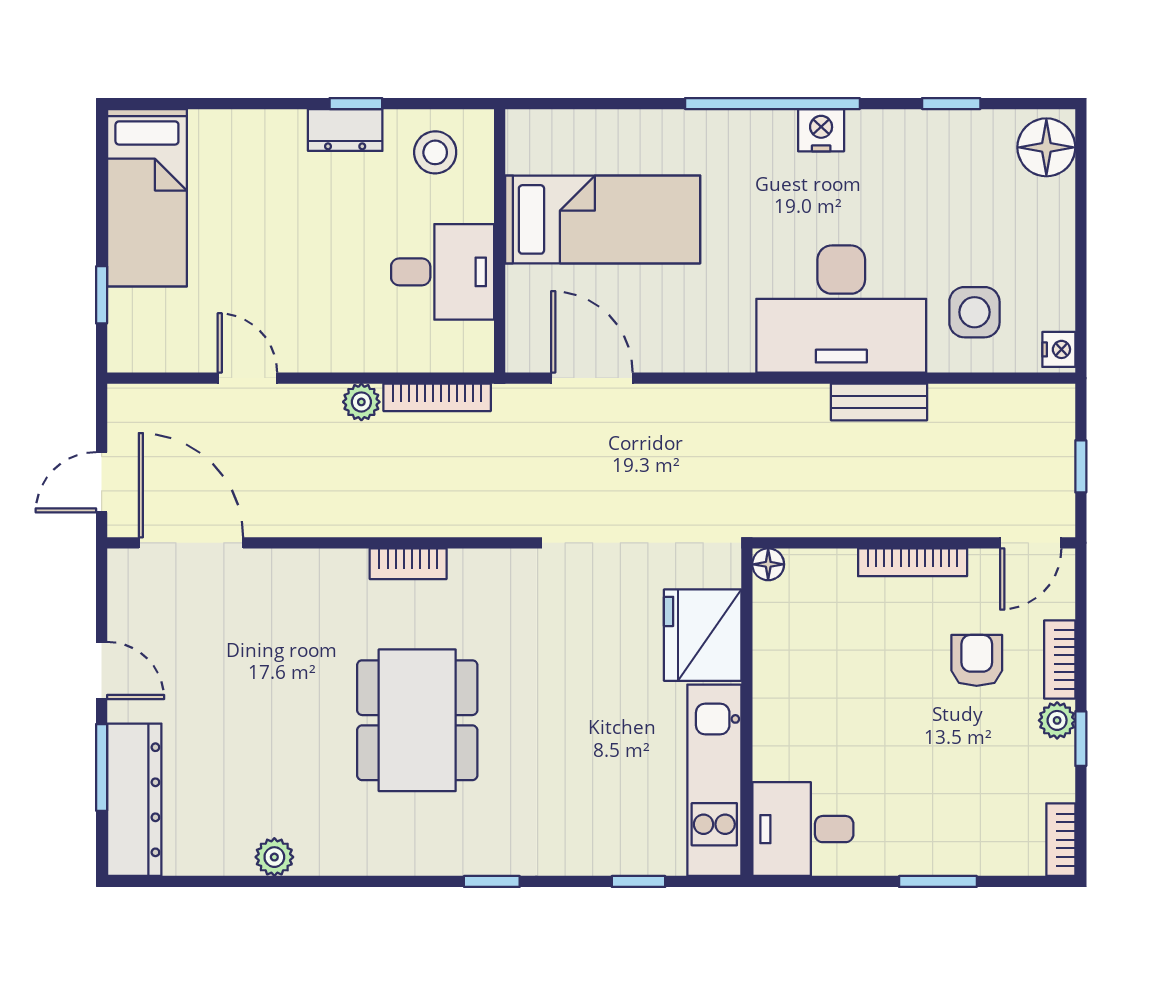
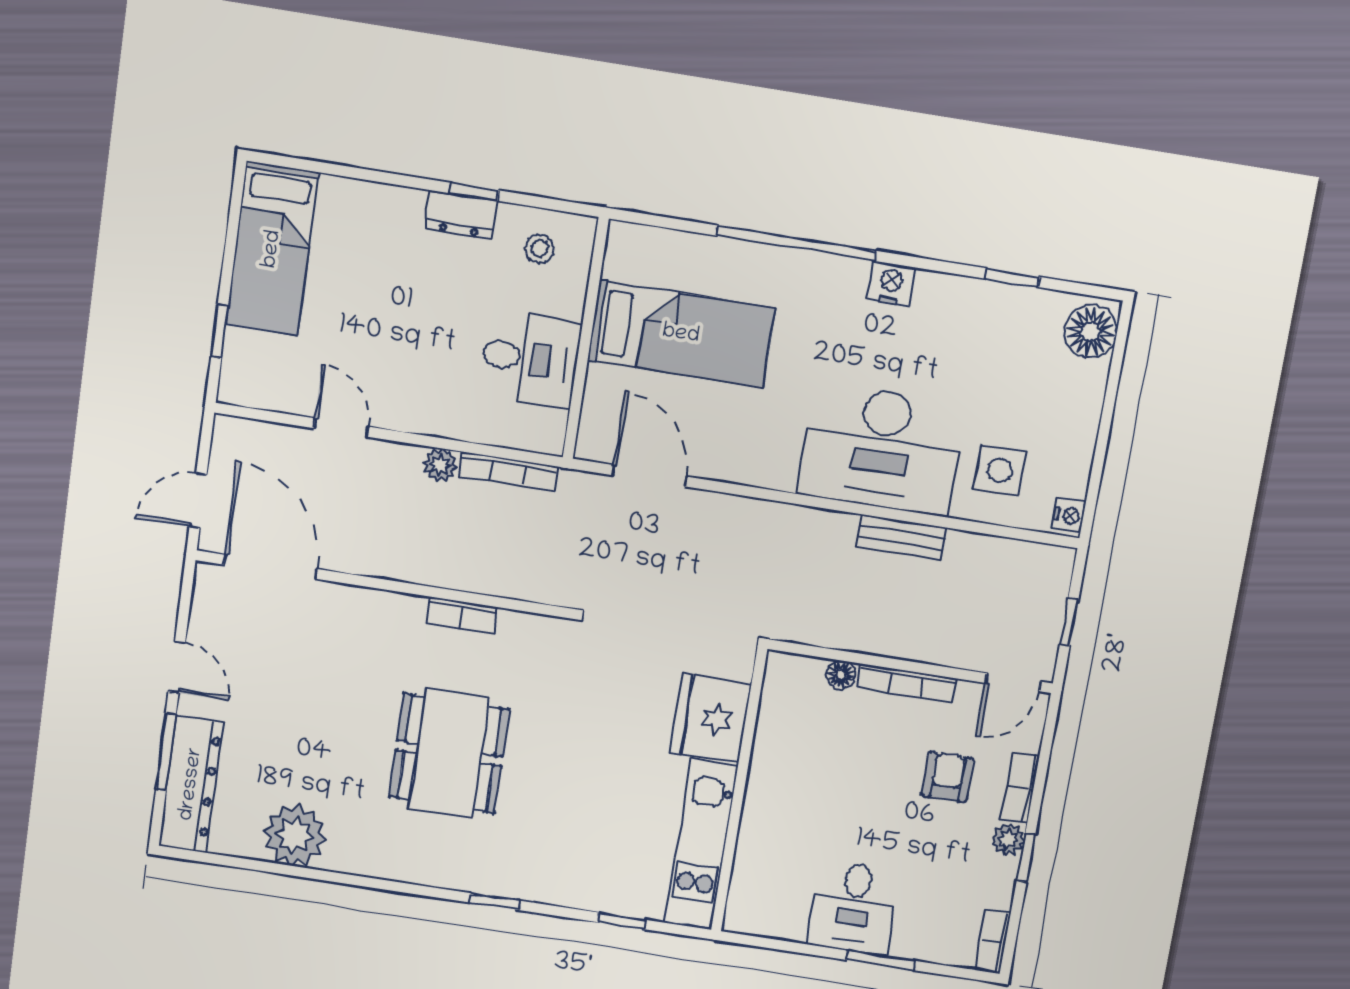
window: (772, 104) -> (796, 243), moved
stool: (435, 152) -> (539, 248), width x0.73, depth x0.73
floor lamp: (768, 564) -> (841, 675), moved
desk: (803, 829) -> (854, 908), moved, turned -90
plant: (274, 857) -> (295, 835), width x1.87, depth x1.87

